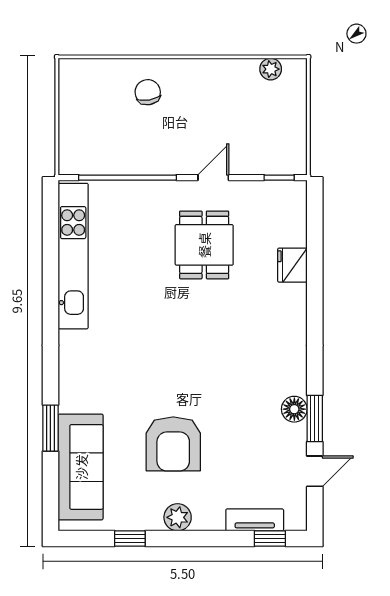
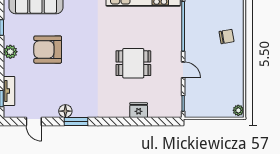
plant: (271, 69) -> (238, 110), moved
dining table: (204, 245) -> (133, 63), moved
window: (315, 418) -> (76, 121), moved

